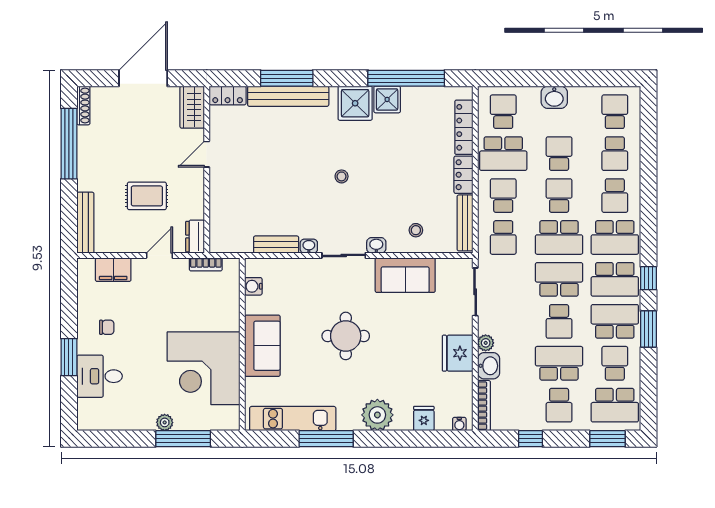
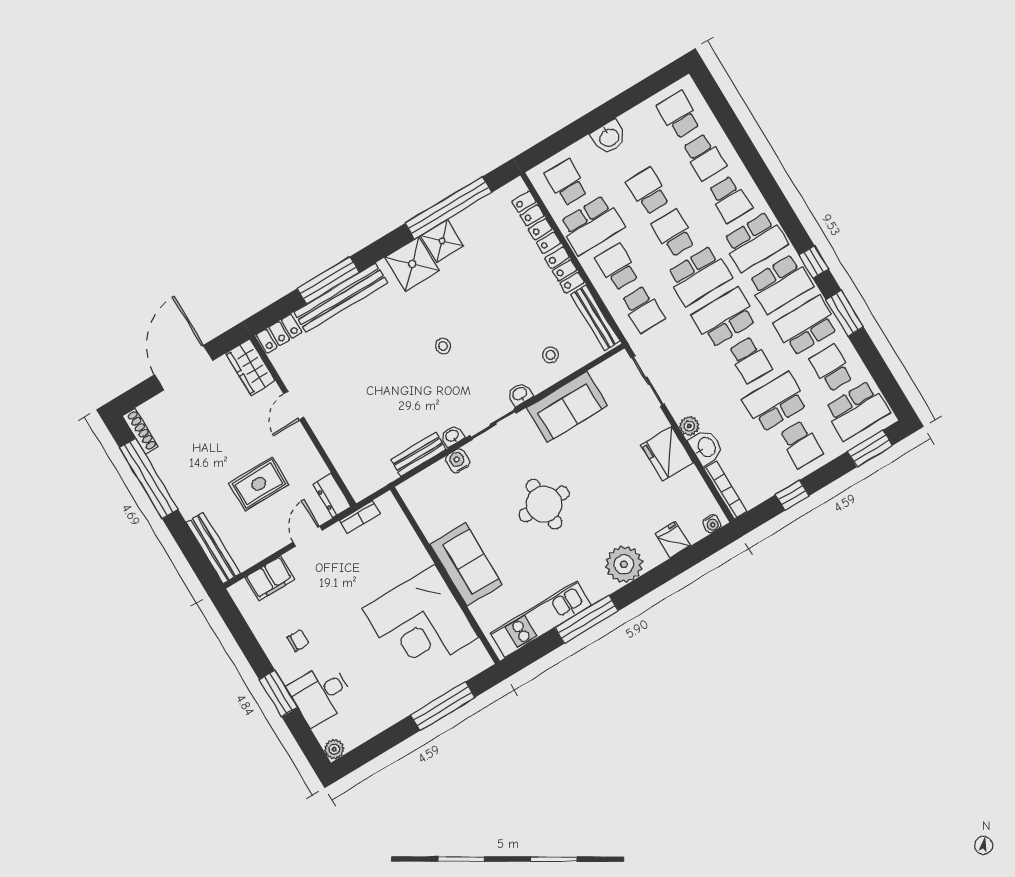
water cooler: (253, 286) -> (458, 461), moved, turned 90
plant: (165, 422) -> (334, 749), moved

